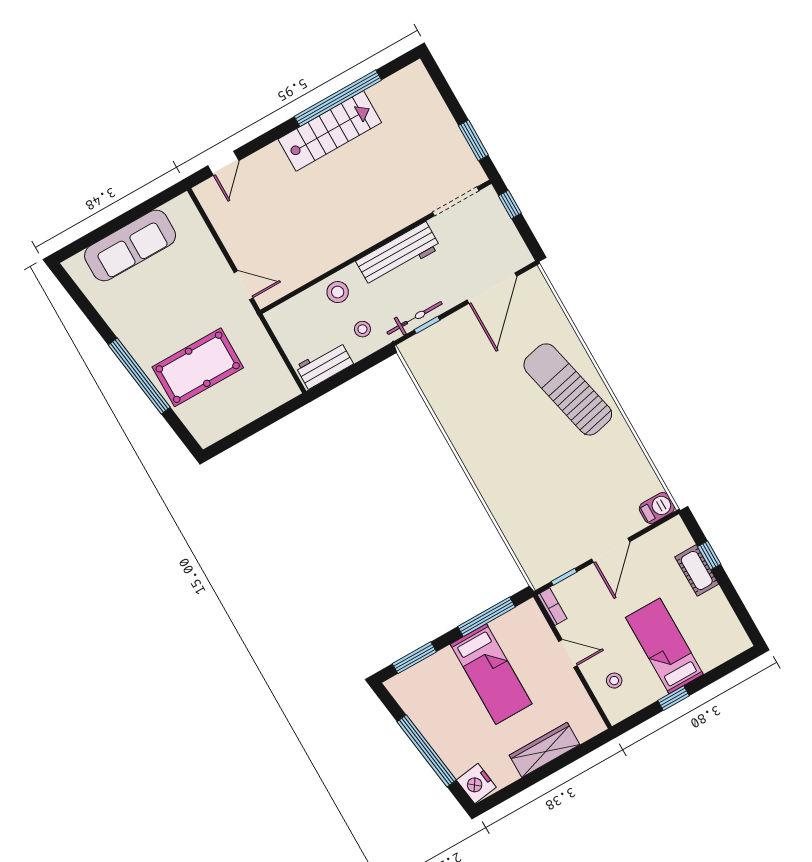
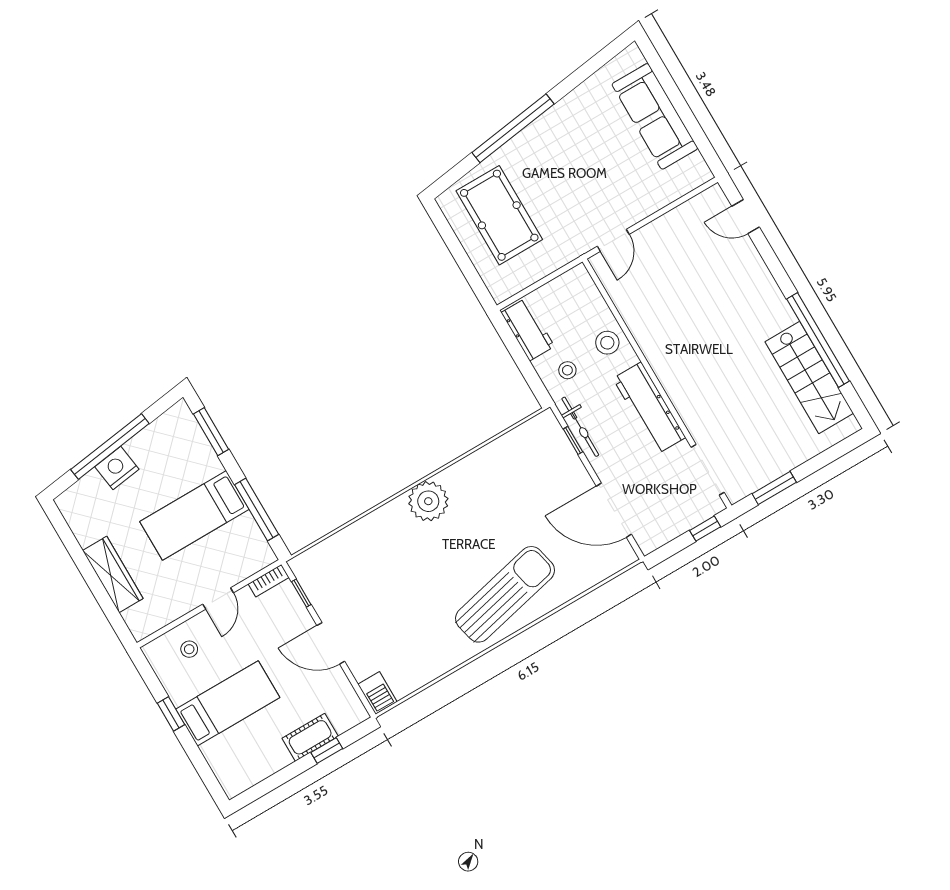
stairs: (330, 131) -> (809, 377), moved
pool table: (198, 367) -> (499, 215), moved
plant: (481, 459) -> (428, 501), added
nightstand: (476, 784) -> (117, 468), moved

